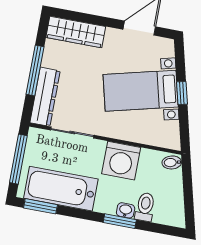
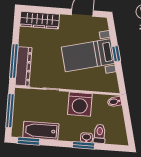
window: (35, 71) -> (14, 61), moved
bathtub: (61, 189) -> (41, 131), width x0.73, depth x0.73

